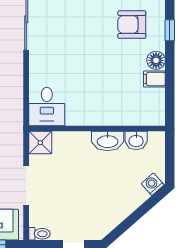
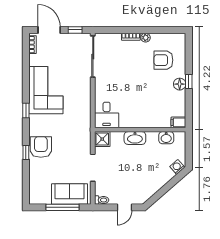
window: (170, 30) -> (189, 82), moved
filing cabinet: (154, 79) -> (178, 122), moved
washbasin: (108, 141) -> (135, 138), moved

